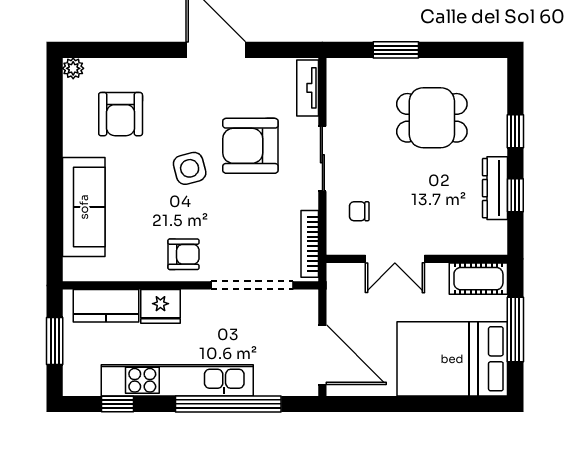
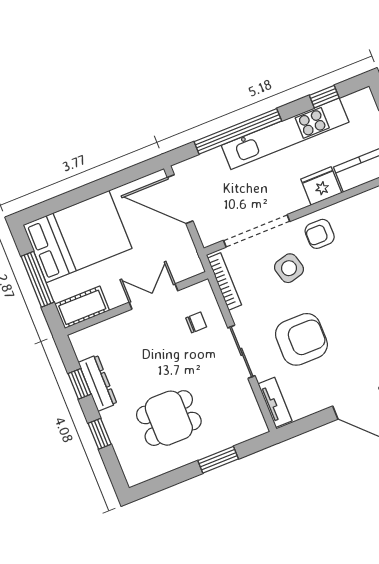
side table: (190, 168) -> (289, 268), moved

